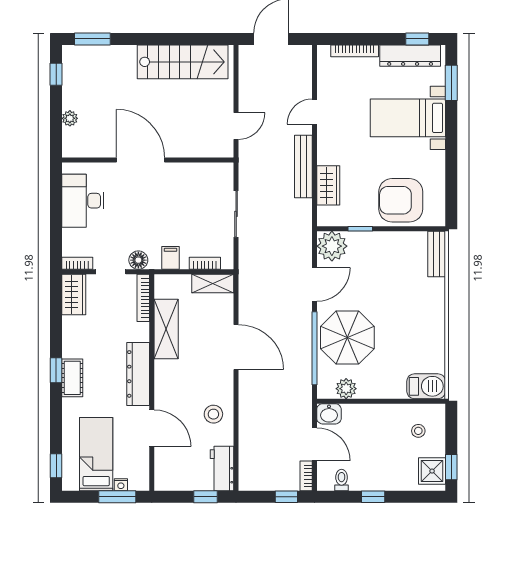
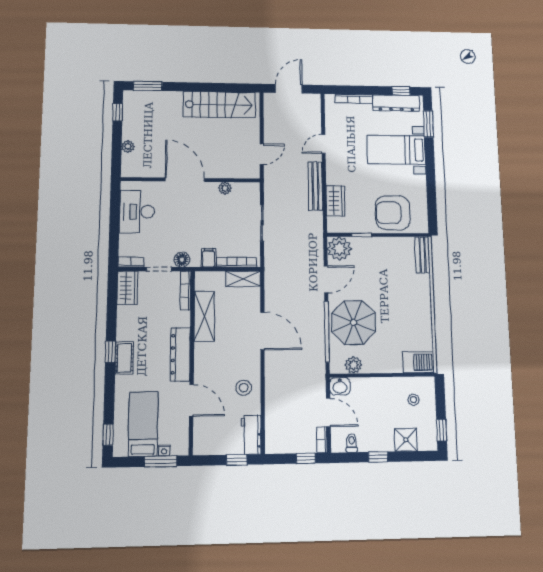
plant: (190, 170) -> (225, 188), added
bookcase: (205, 263) -> (237, 262), width x1.56
shower: (432, 471) -> (406, 440), moved

